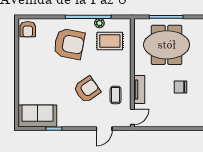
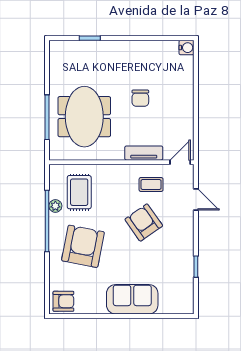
sofa: (37, 116) -> (132, 299), moved, turned 90
door: (132, 117) -> (180, 162), hinge flipped

